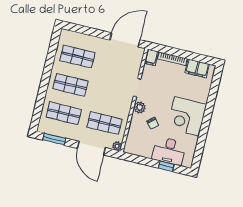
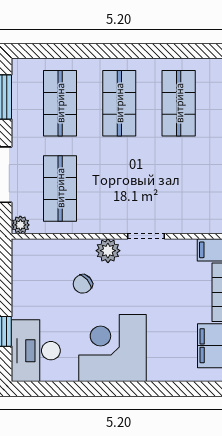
desk: (169, 151) -> (36, 351), moved

